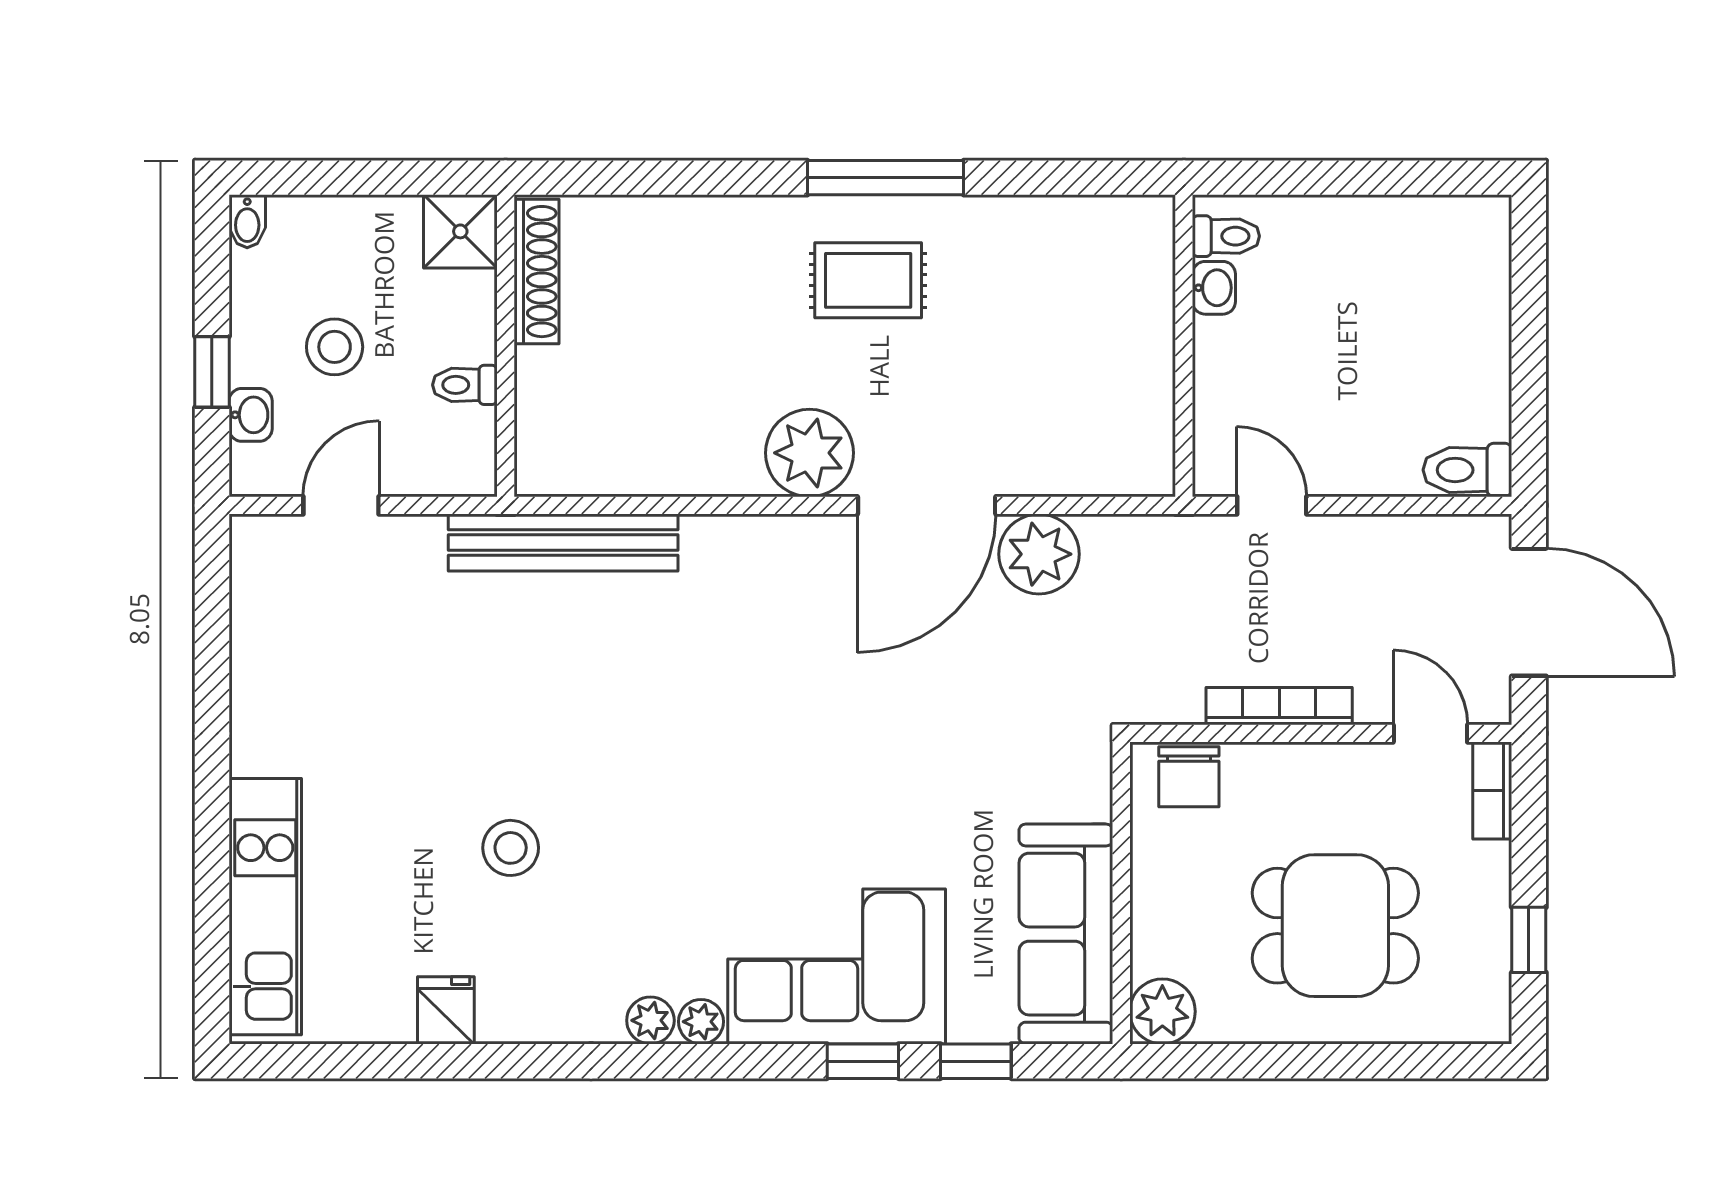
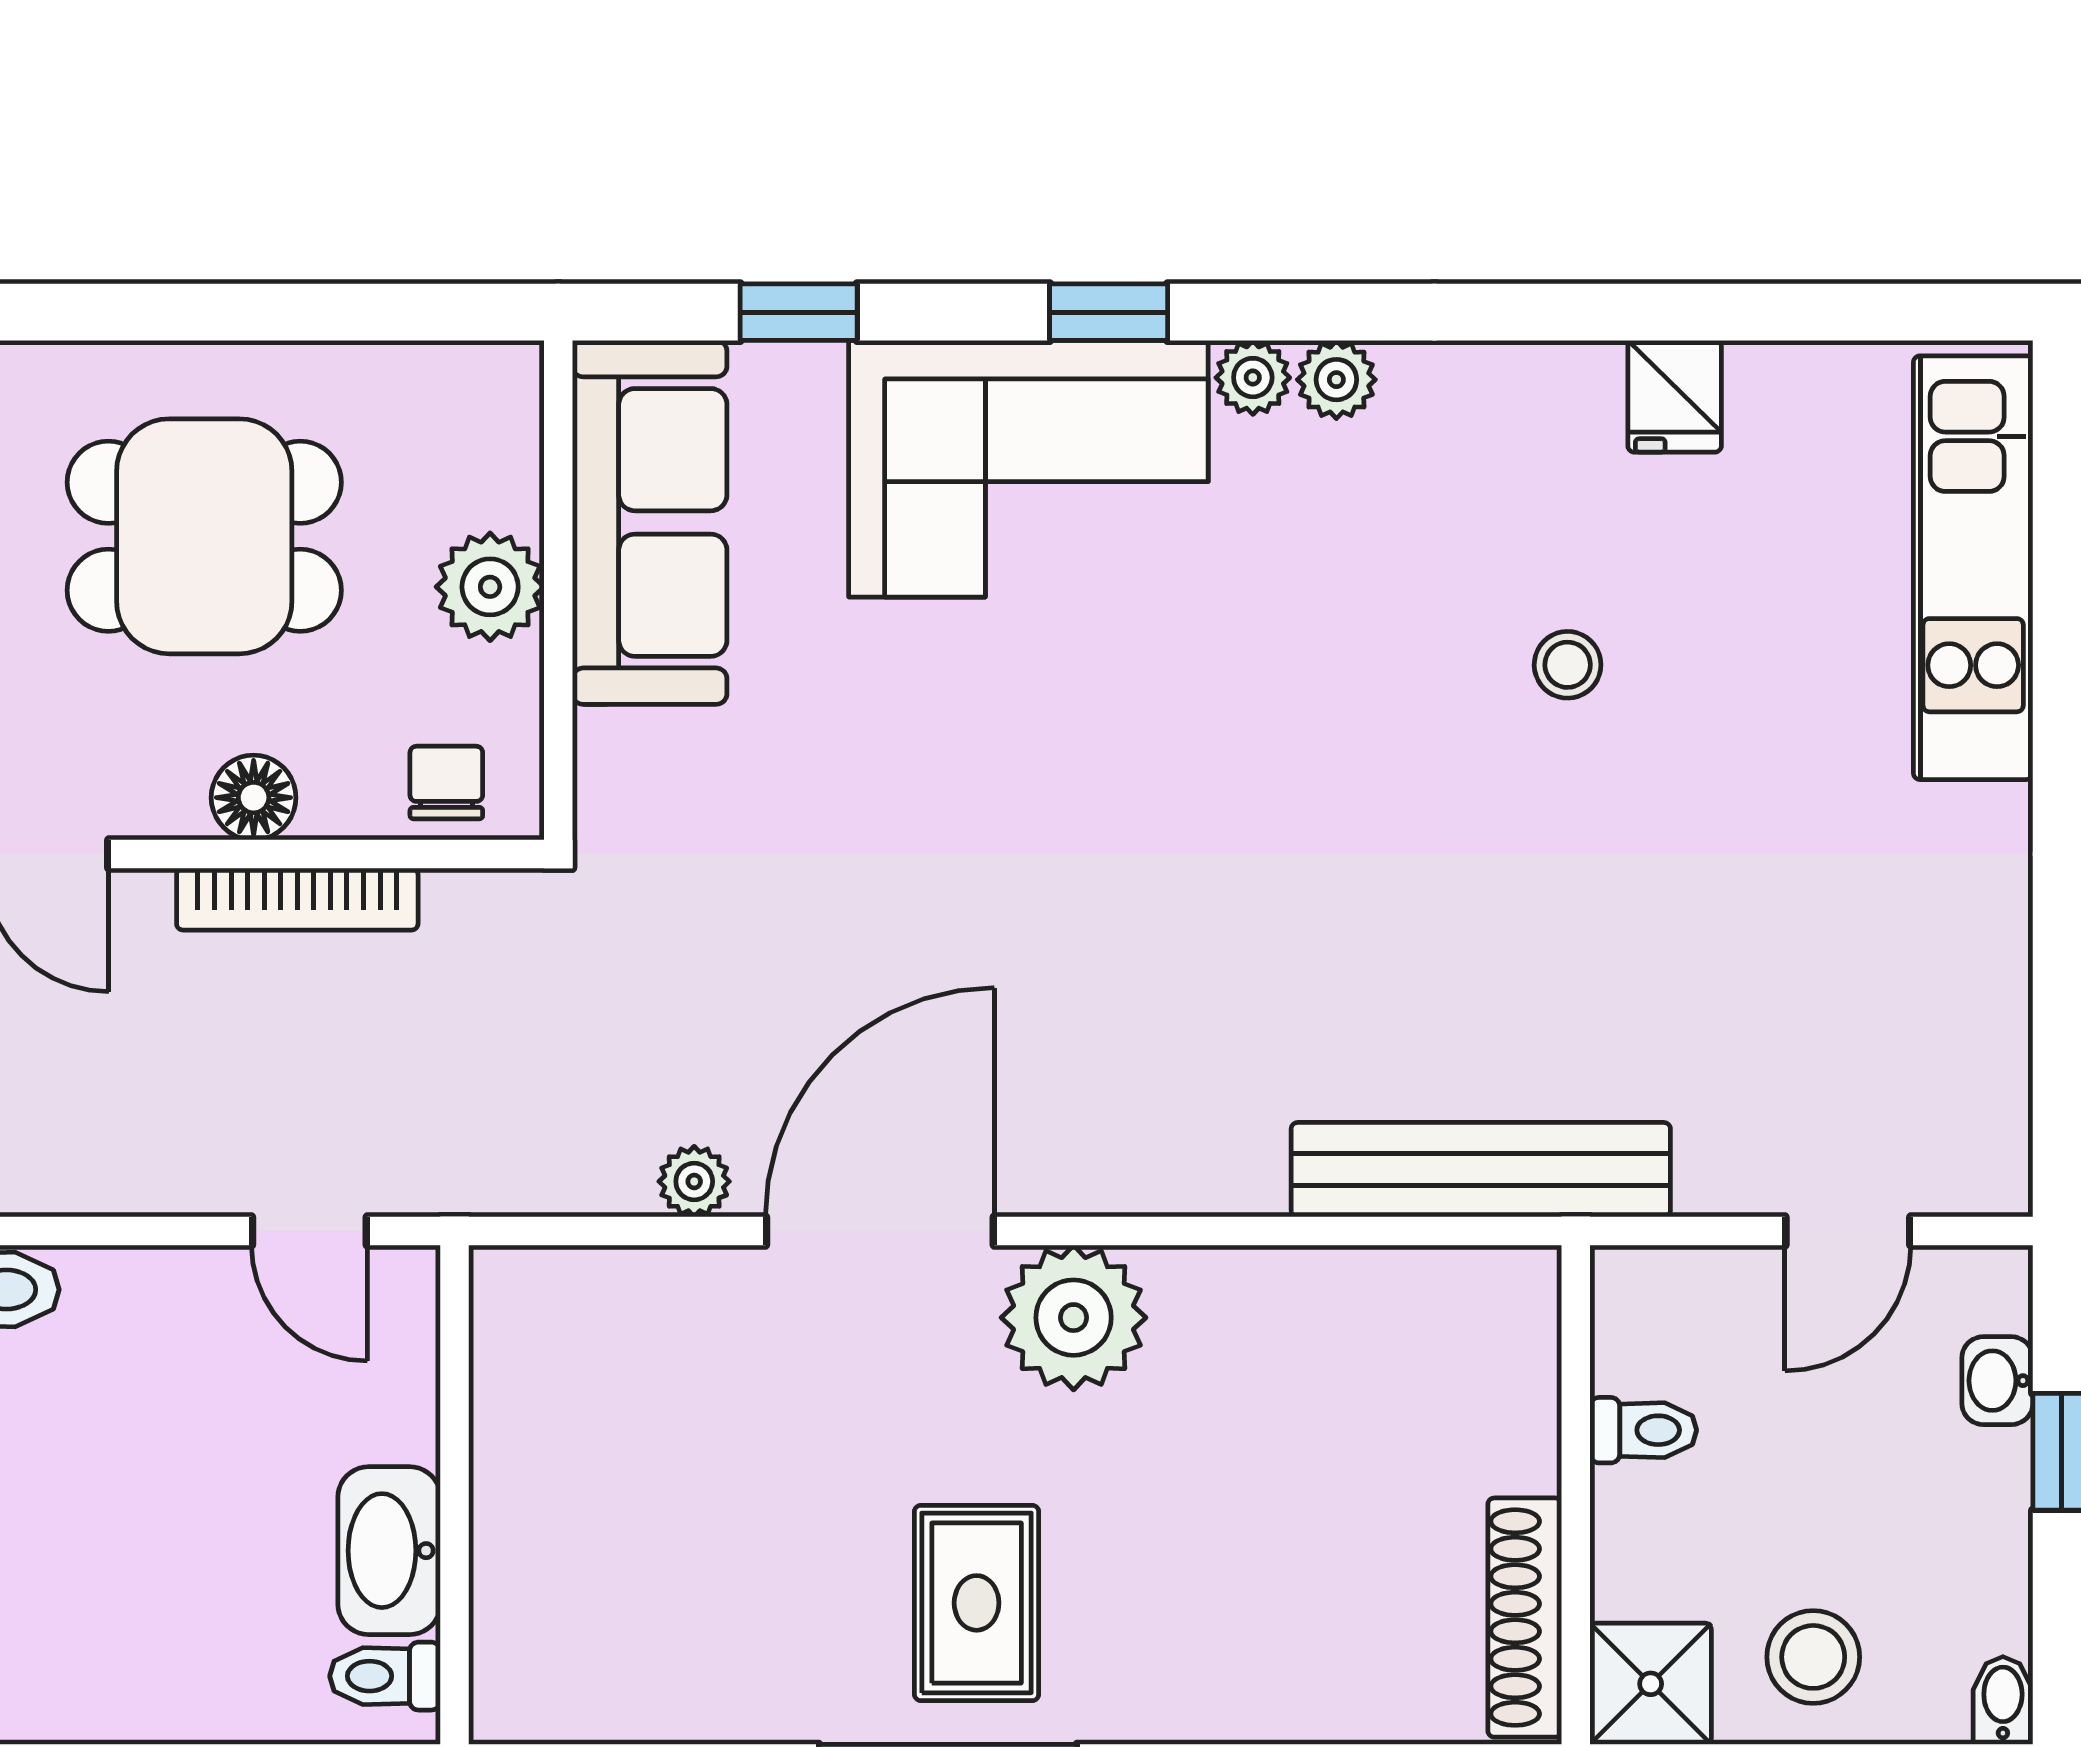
rug: (868, 280) -> (977, 1603), turned 90
washbasin: (1214, 288) -> (389, 1551), width x1.91, depth x1.45
stool: (335, 347) -> (1813, 1657), moved
plant: (1039, 554) -> (694, 1181), width x0.53, depth x0.53
floor lamp: (1306, 768) -> (254, 798), added
chair: (1189, 777) -> (446, 783), width x0.73, depth x0.73
stool: (511, 848) -> (1568, 665), width x0.73, depth x0.73
plant: (1162, 1011) -> (490, 587), moved
window: (863, 1061) -> (1109, 312), moved

